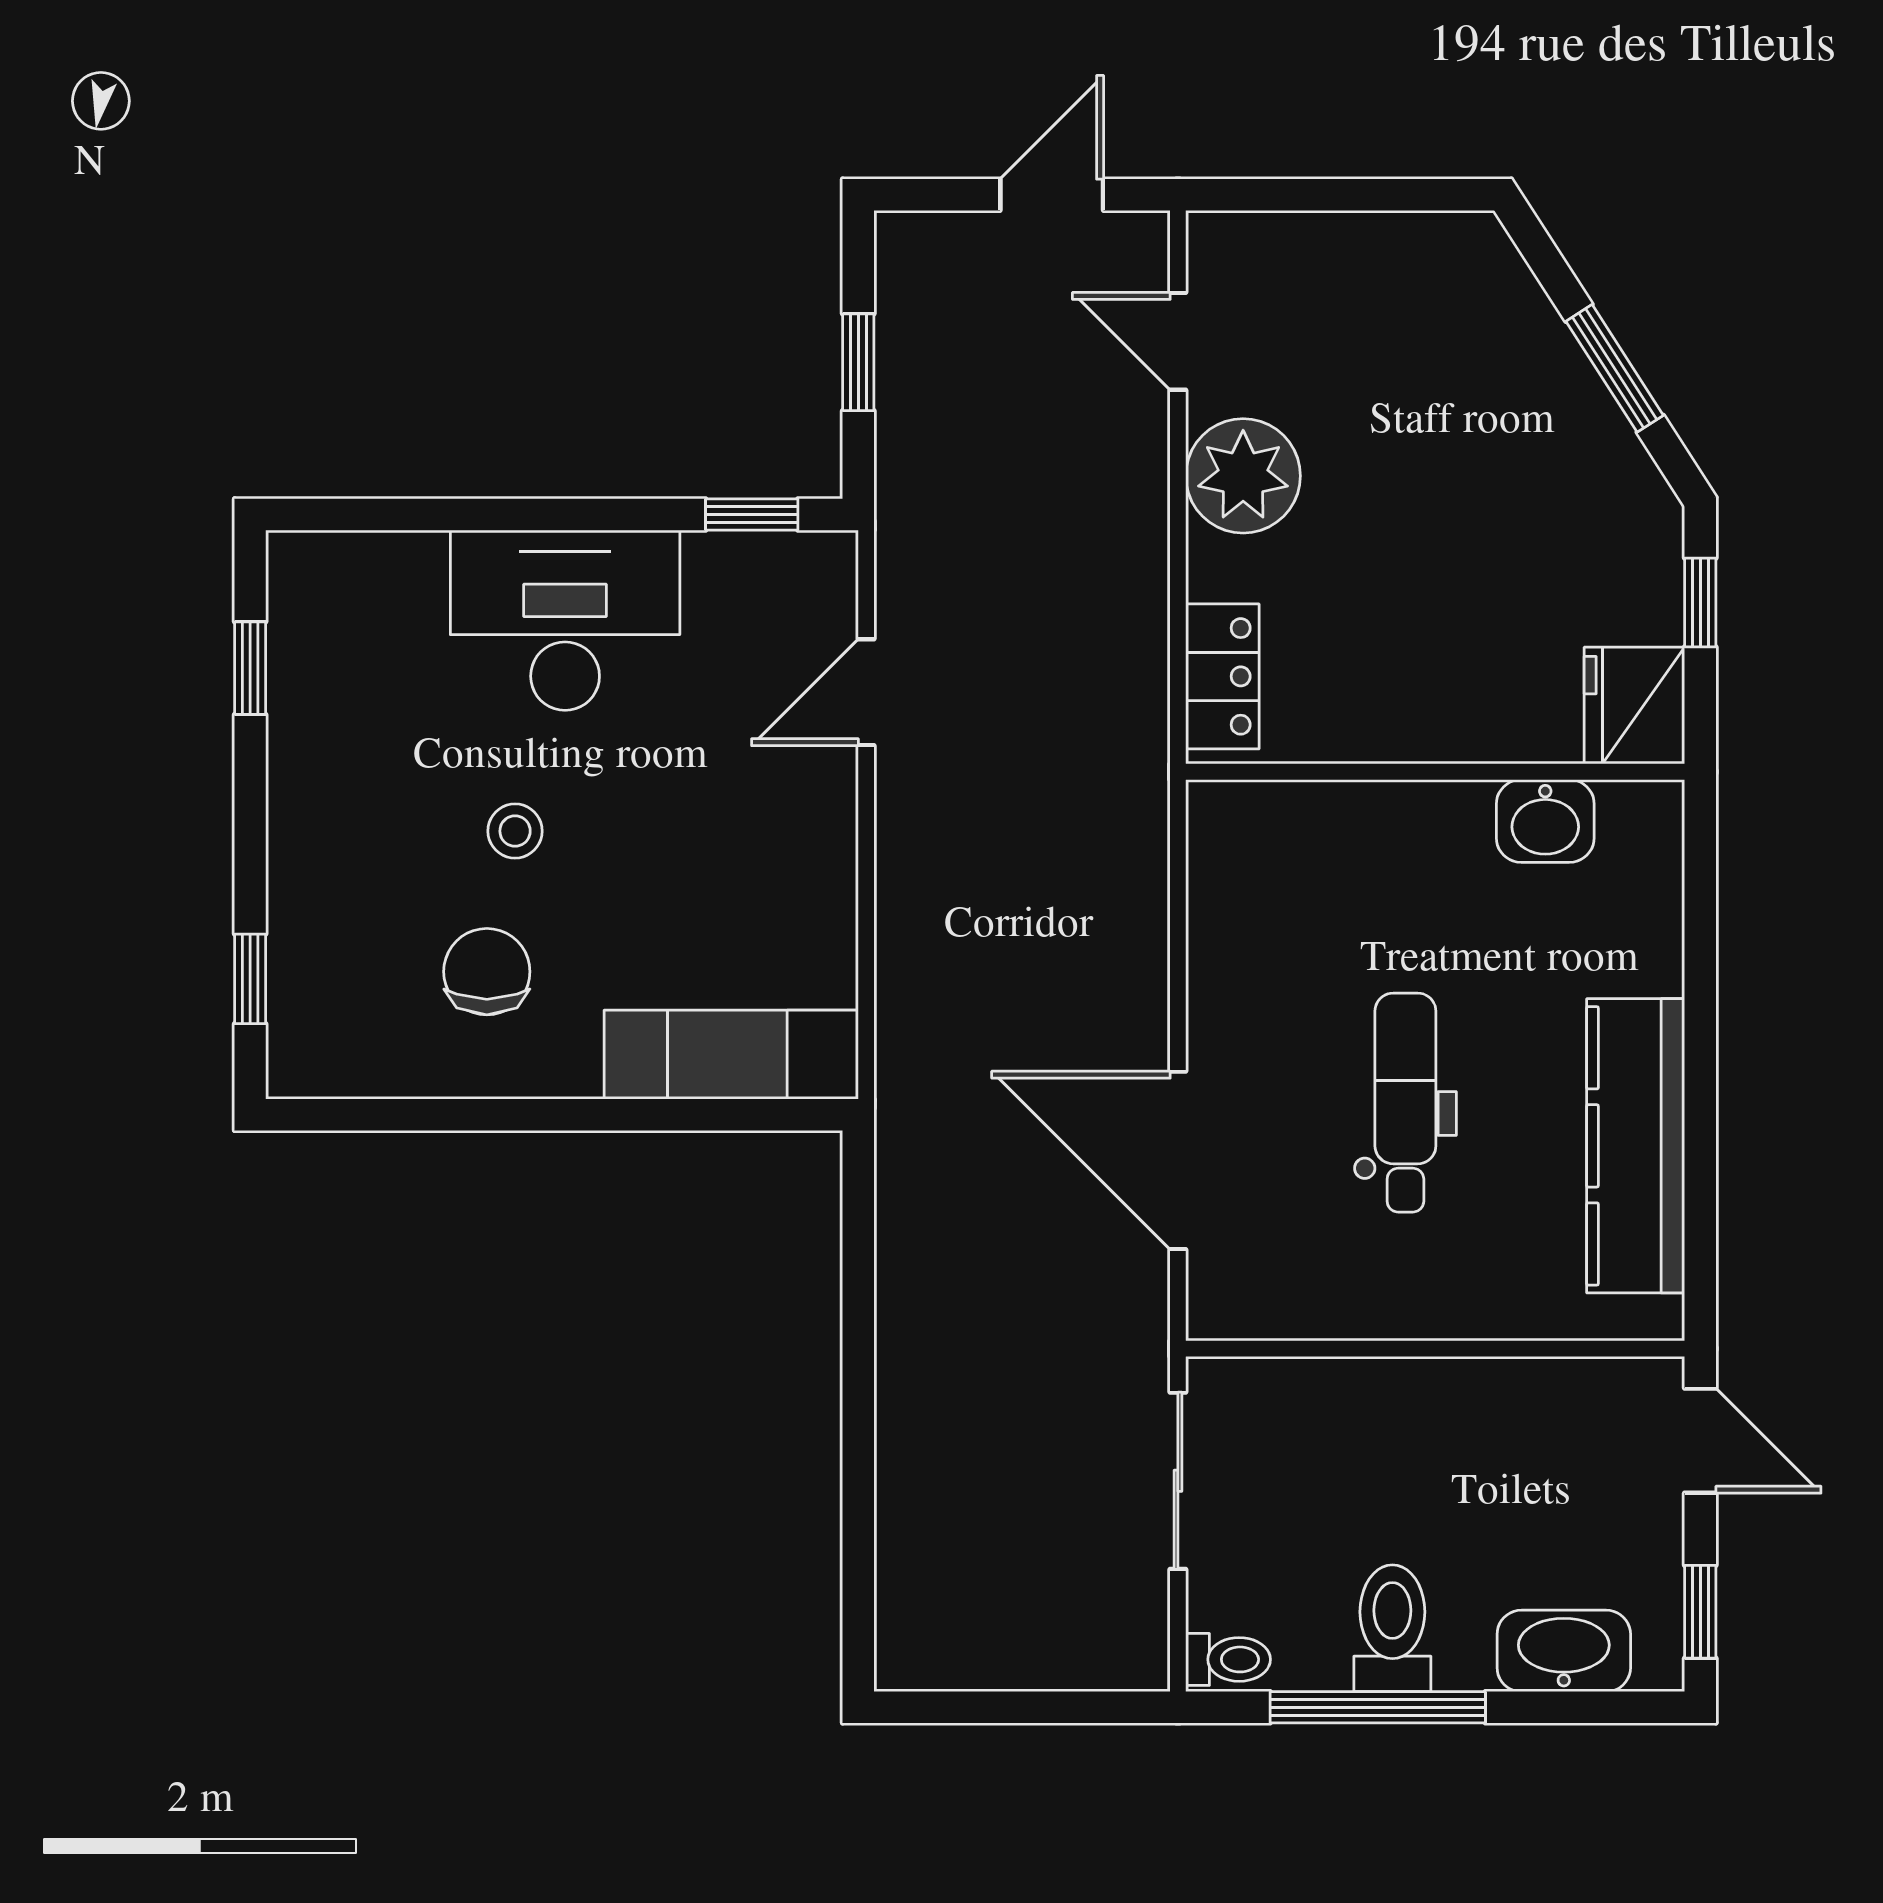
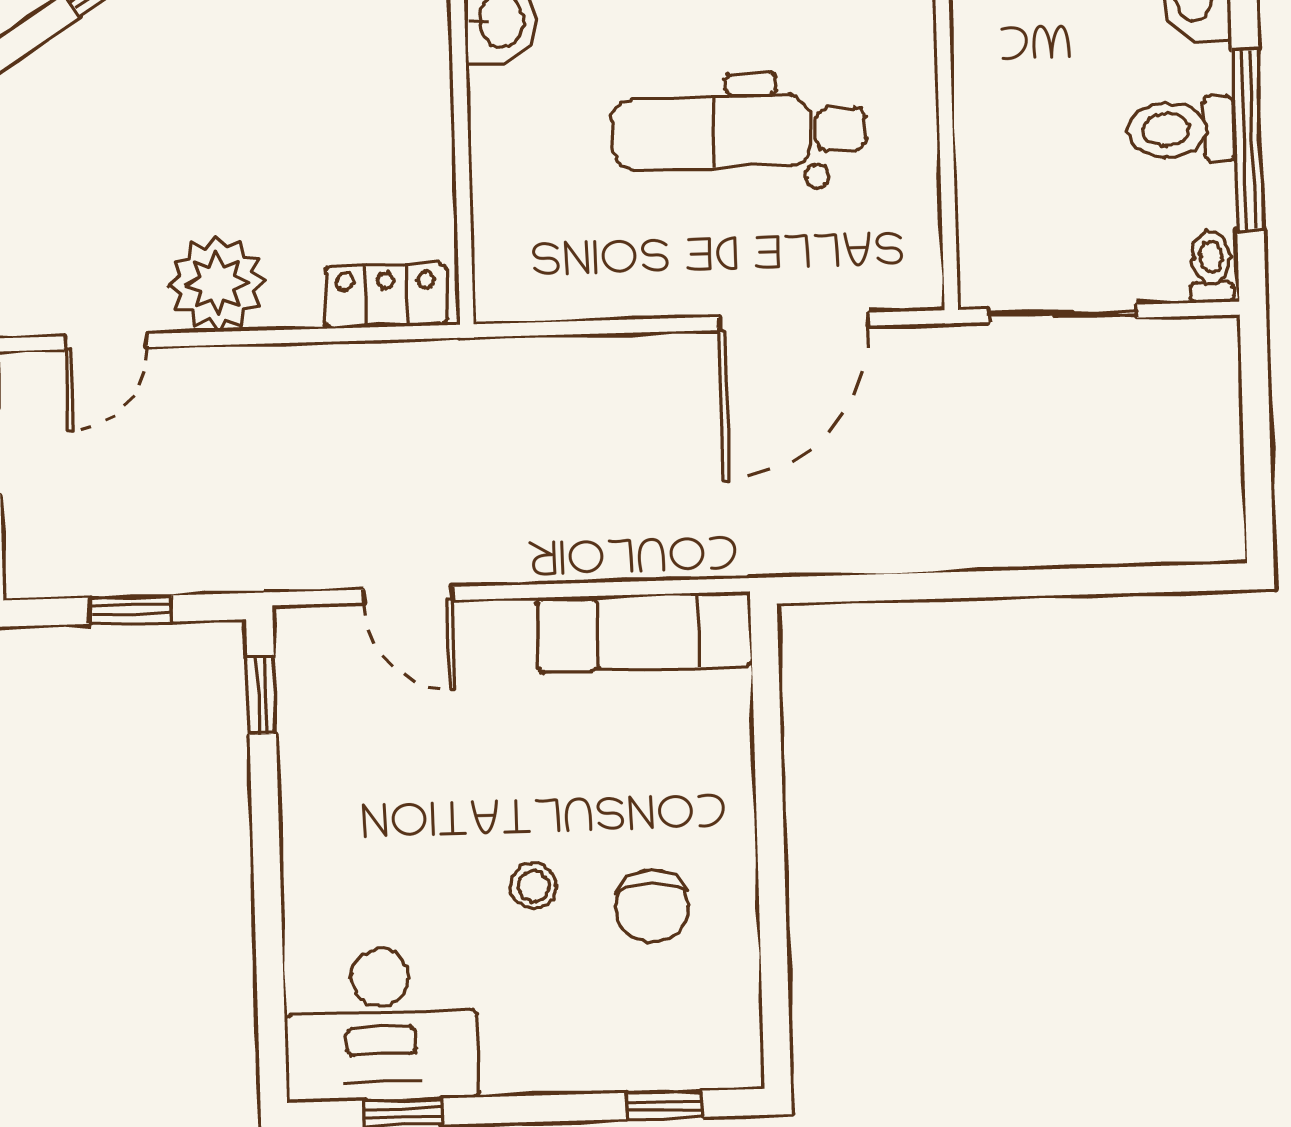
desk: (565, 620) -> (381, 1024), moved, turned -90
chair: (487, 972) -> (652, 906), turned -90
exam couch: (731, 1055) -> (644, 632), moved, turned -90
dental chair: (1405, 1103) -> (739, 132), width x1.36, depth x1.38

